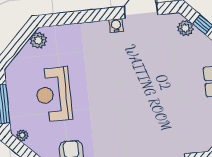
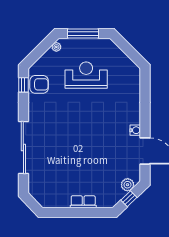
plant: (38, 40) -> (130, 68), removed

